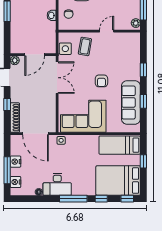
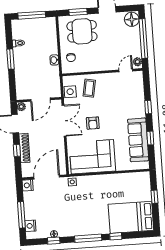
door: (107, 31) -> (126, 71), moved
armchair: (101, 81) -> (93, 123), moved
shoe rack: (15, 118) -> (24, 148), moved
door: (35, 134) -> (47, 177), swing flipped
bed: (120, 145) -> (130, 183), removed
nightstand: (16, 162) -> (28, 185), moved
desk: (57, 184) -> (71, 225), removed
window: (127, 199) -> (54, 241), moved

